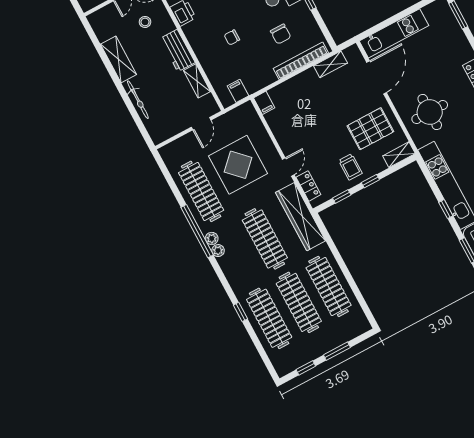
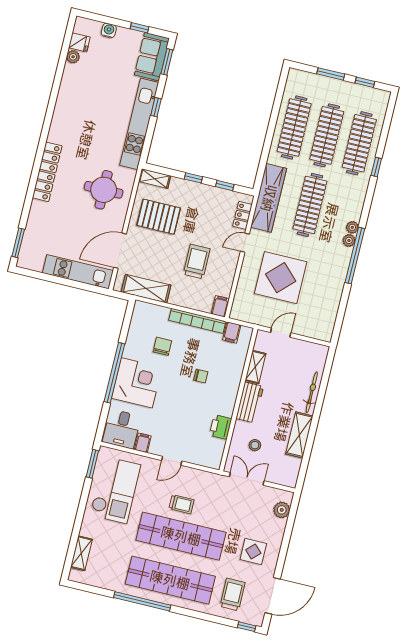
bookcase: (301, 61) -> (197, 321), moved
shelving: (330, 64) -> (146, 289), width x1.50, depth x1.33
trolley: (350, 167) -> (197, 262), moved, width x1.36, depth x1.39
clothes rail: (201, 191) -> (326, 282), removed

